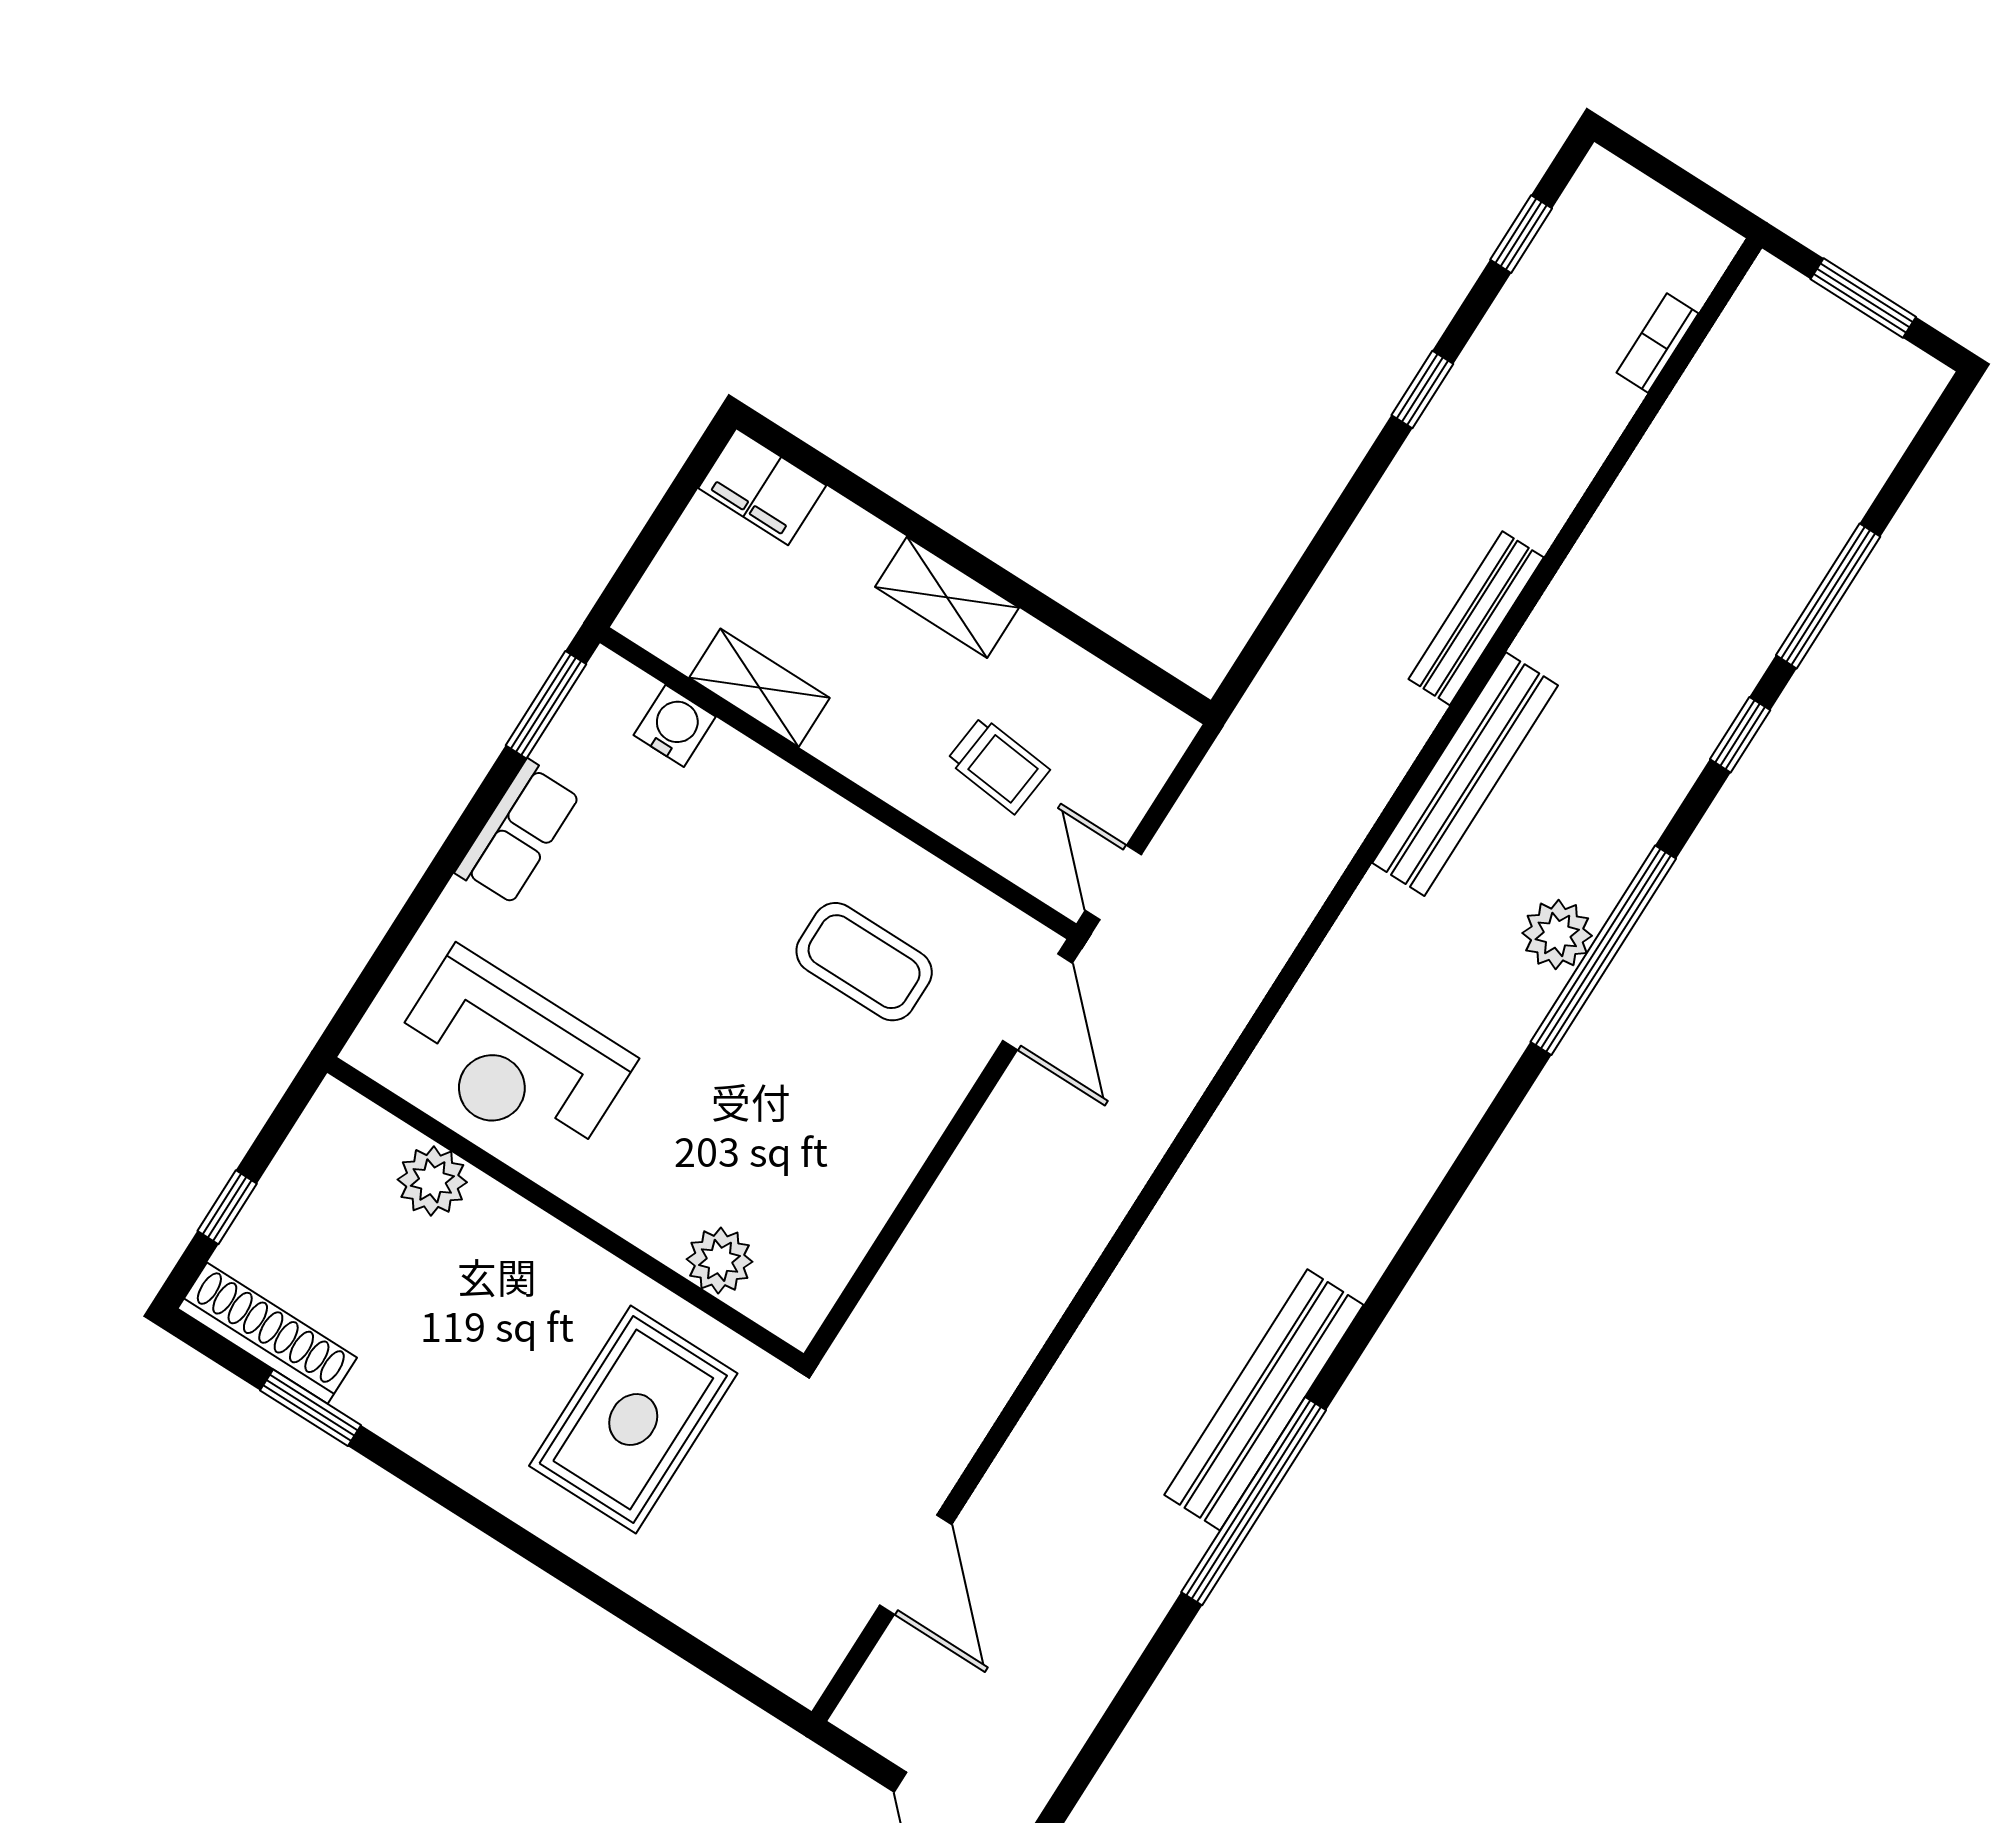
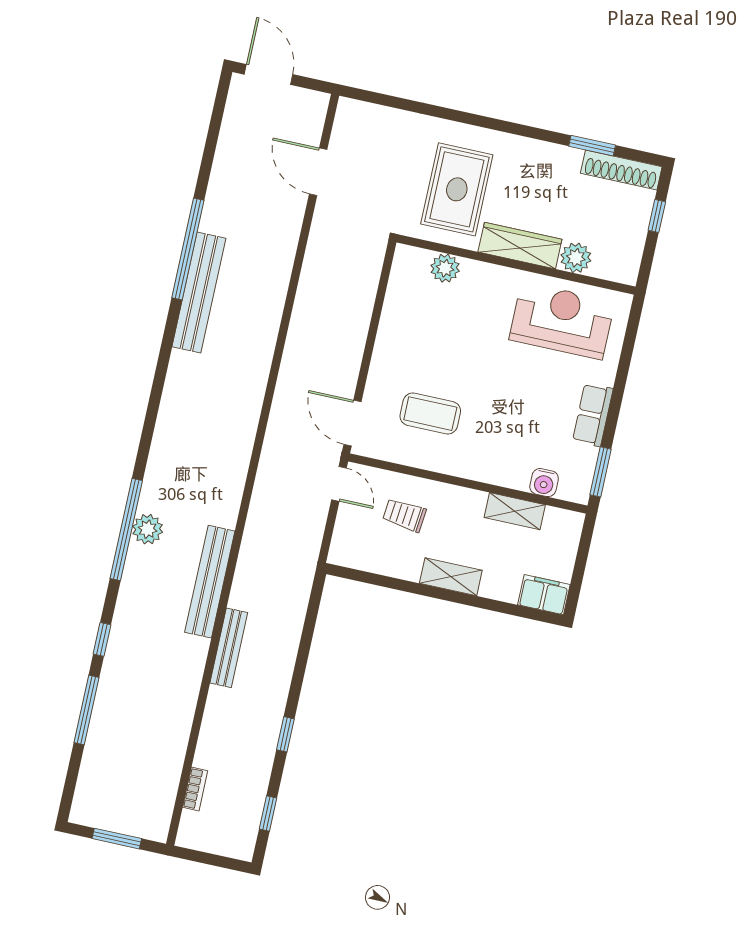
wardrobe: (542, 1250) -> (520, 246), added

